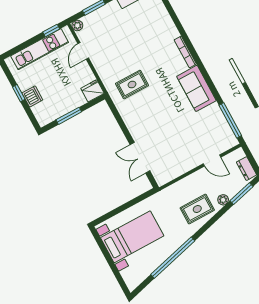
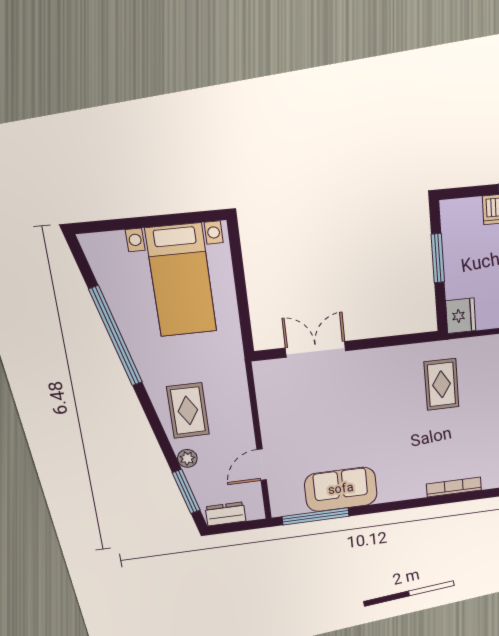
sofa: (196, 88) -> (341, 489), moved

